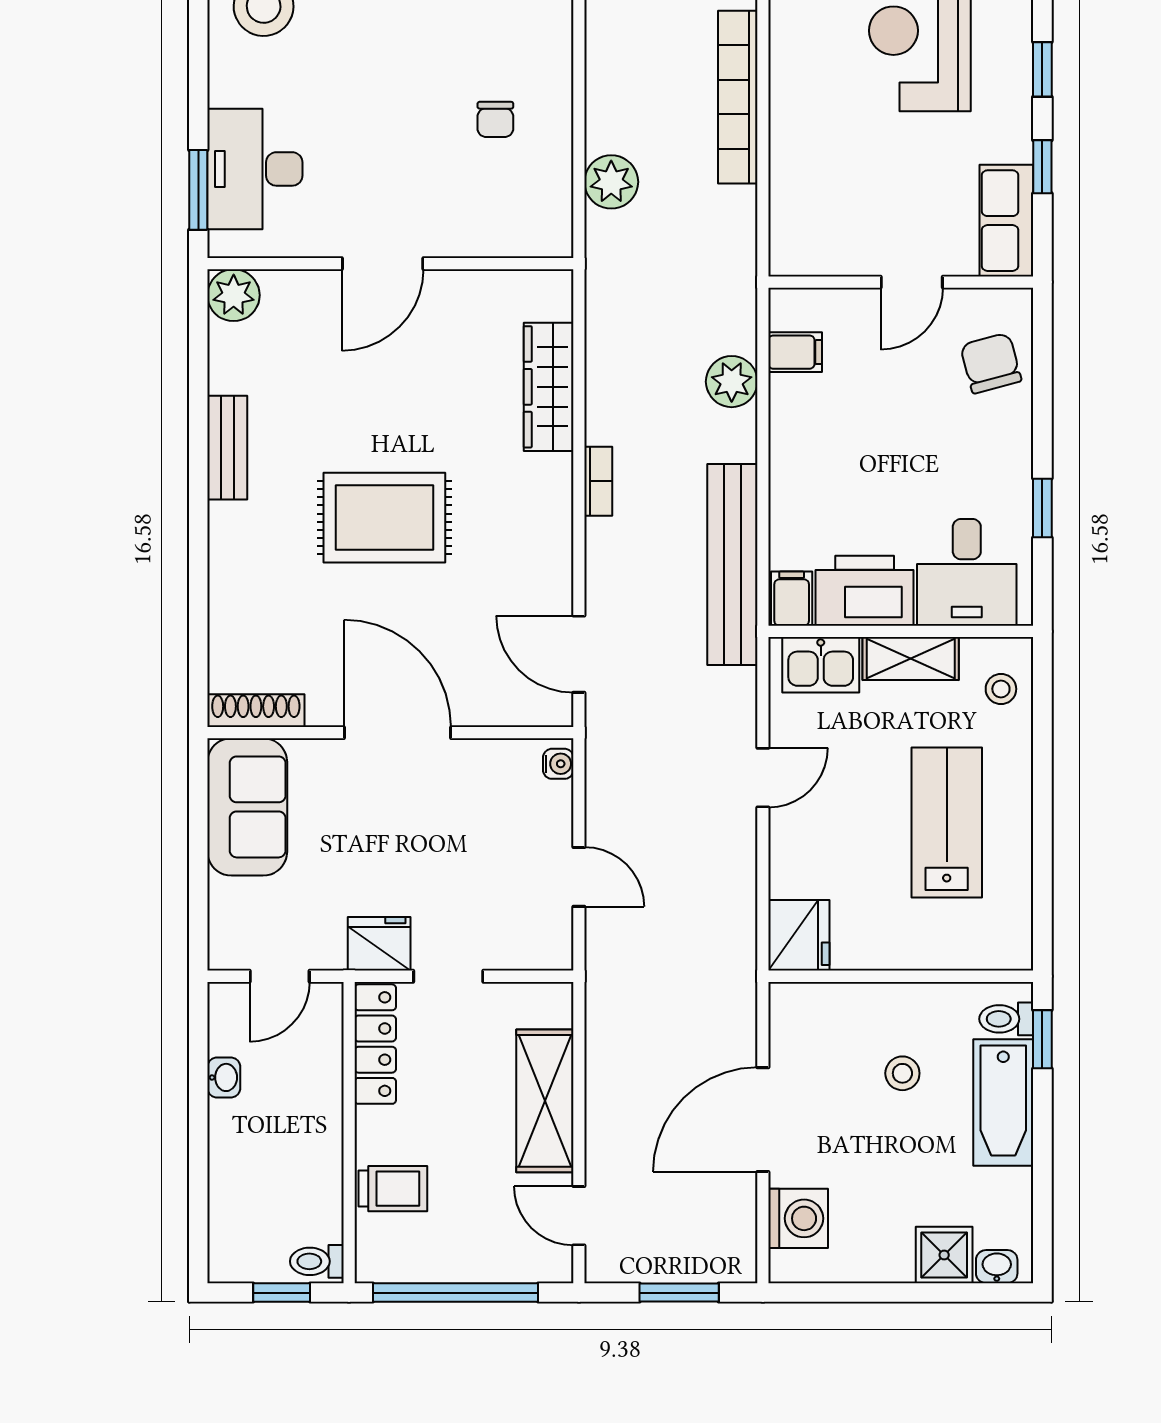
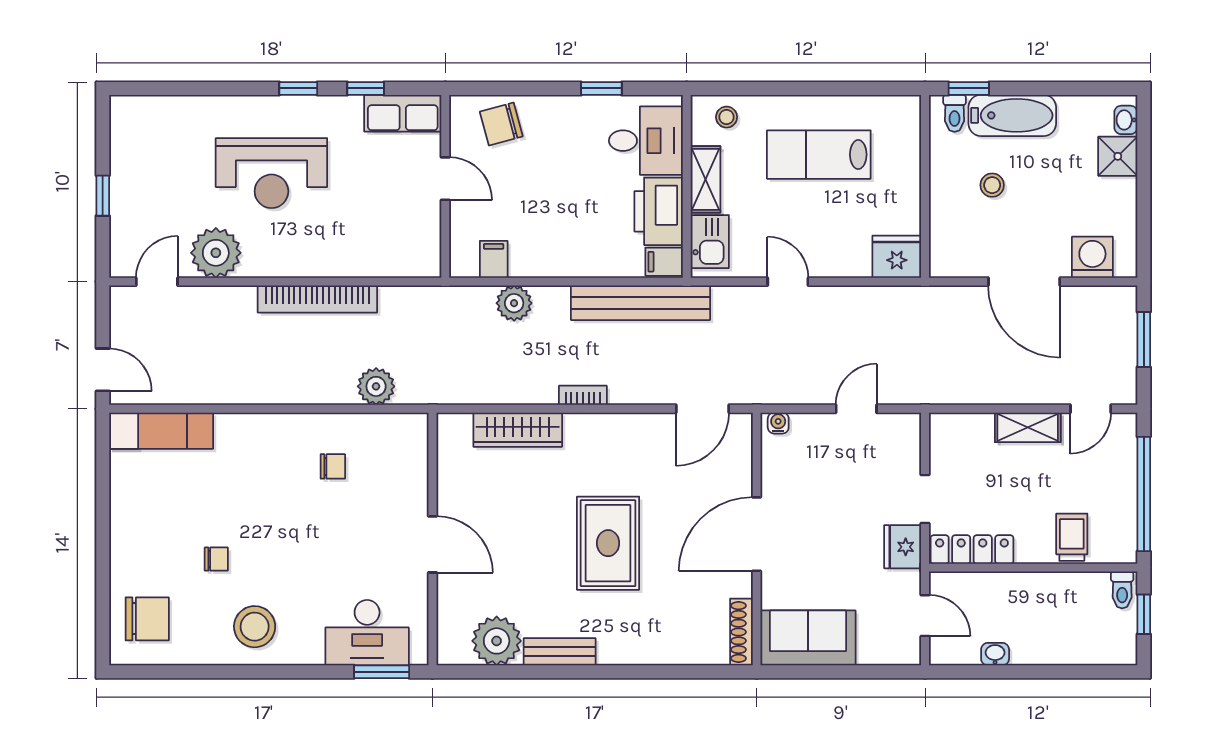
plant: (234, 295) -> (497, 641), moved, width x1.36, depth x1.36
shelving: (545, 1101) -> (1028, 427), width x0.67, depth x0.75

